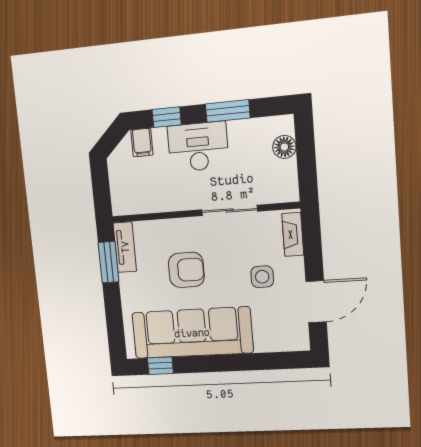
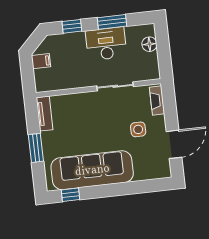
filing cabinet: (142, 142) -> (41, 61), moved, turned -90
desk: (198, 147) -> (106, 44), moved
window: (109, 262) -> (36, 148), moved
armchair: (186, 270) -> (87, 127), removed

